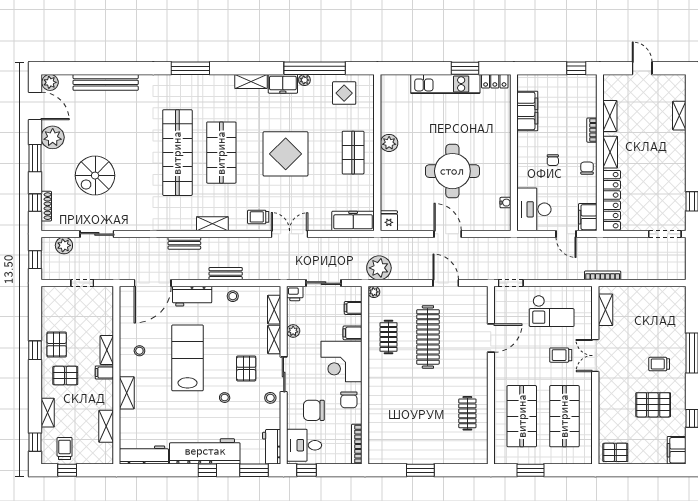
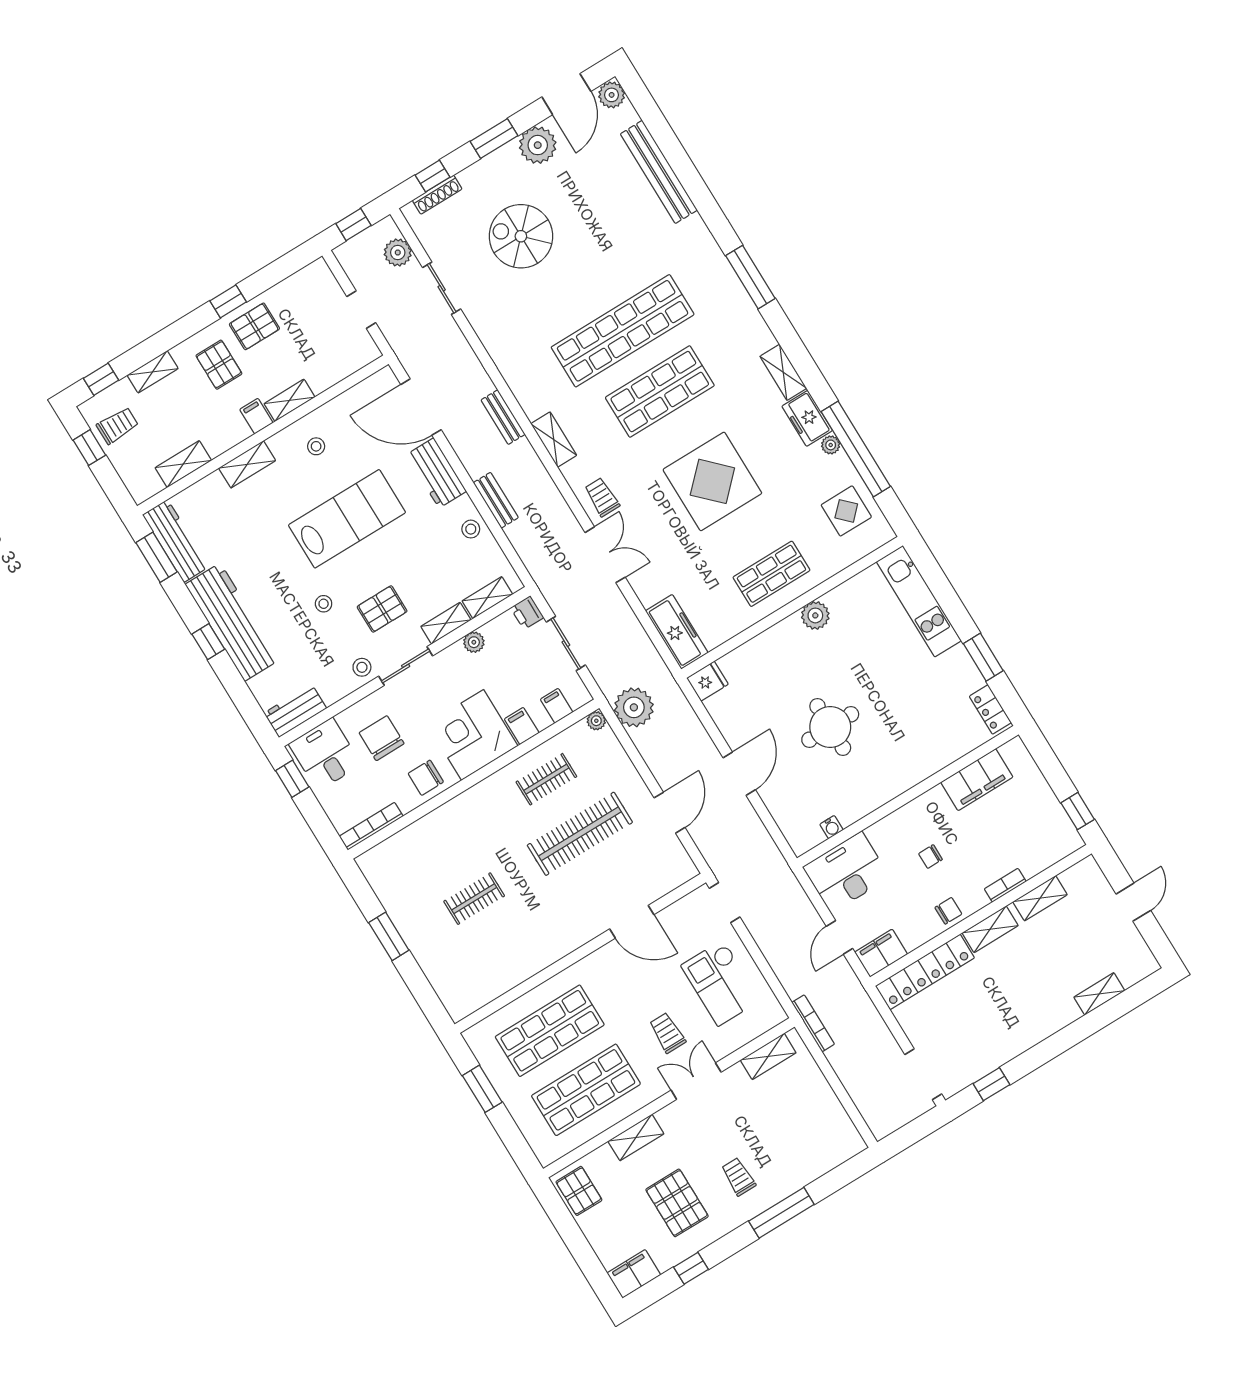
kitchen unit: (445, 84) -> (919, 601), moved
round table: (452, 171) -> (830, 727), width x0.73, depth x0.73
shelving: (606, 405) -> (636, 1137), added
clothes rail: (467, 413) -> (474, 899), moved
window: (254, 470) -> (156, 557), moved

